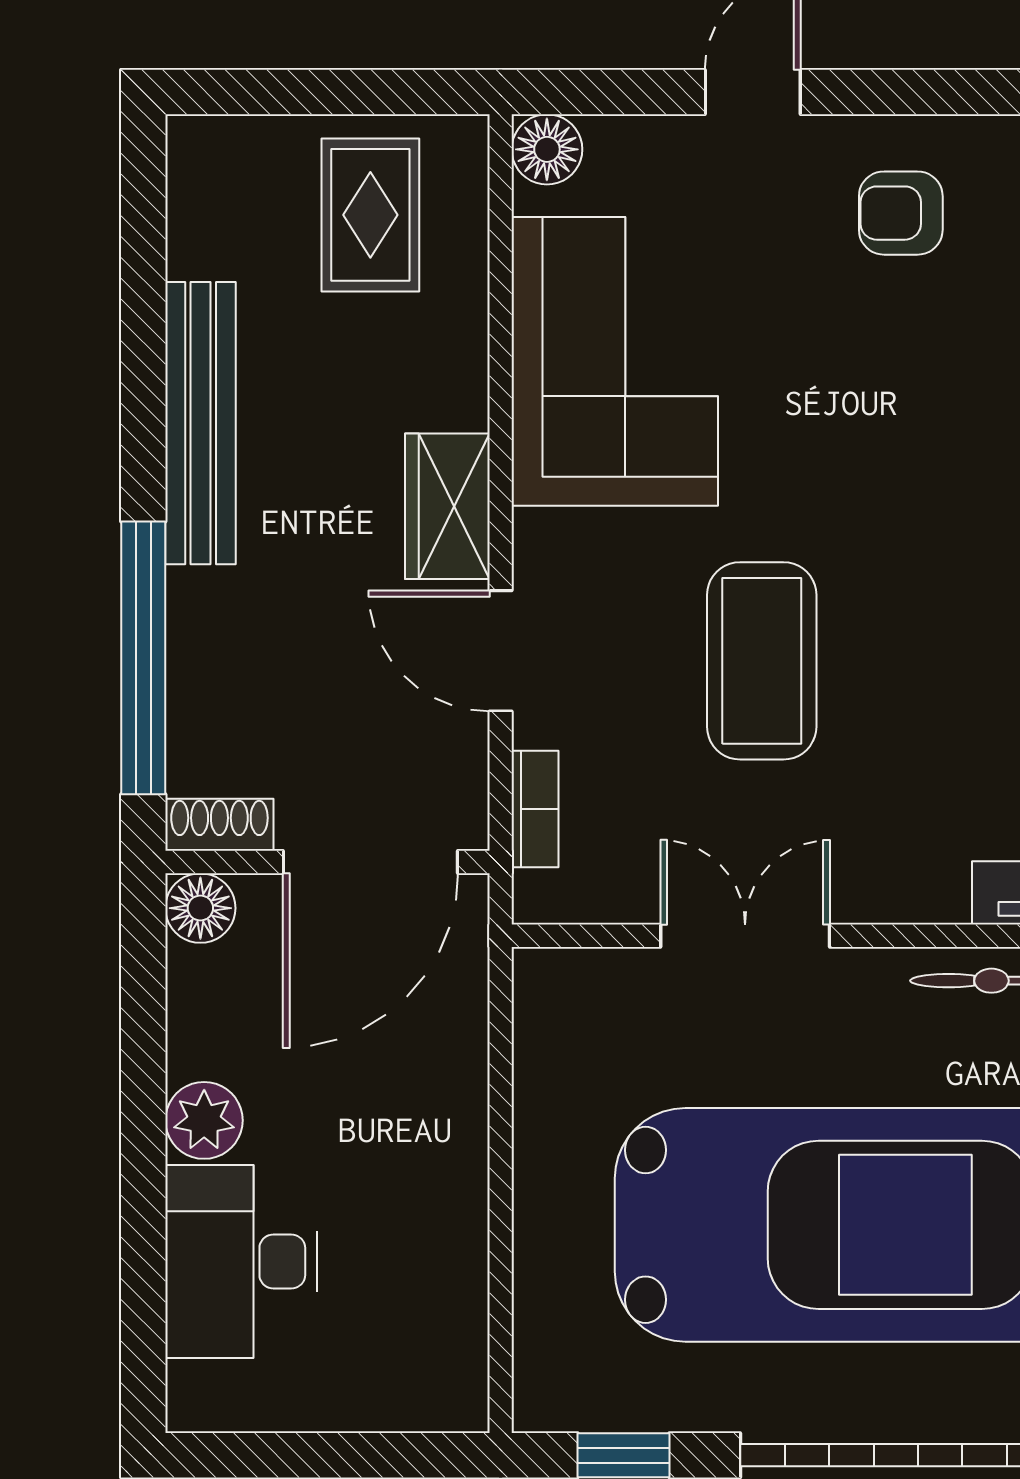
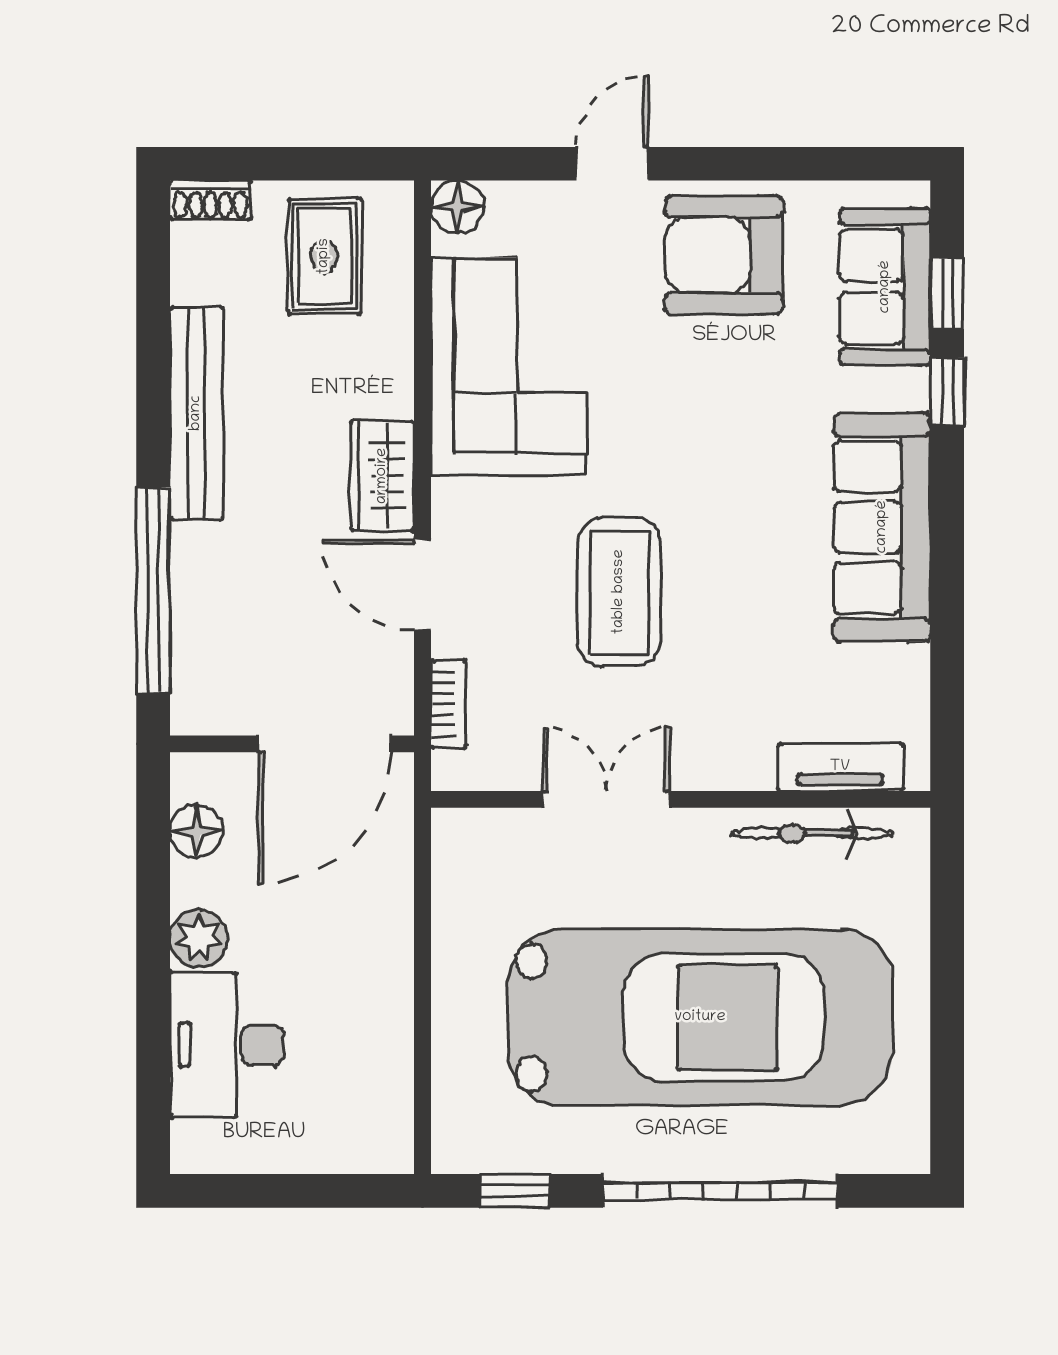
armchair: (901, 213) -> (724, 255), width x1.88, depth x1.88
shoe rack: (219, 825) -> (210, 200), moved, turned 180
floor lamp: (200, 908) -> (196, 831), moved

